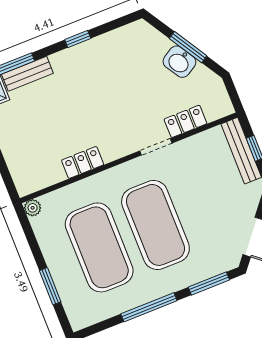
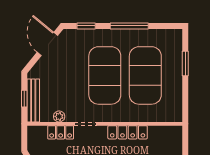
locker: (83, 162) -> (128, 132), width x1.53
plant: (33, 208) -> (59, 116), moved
window: (209, 283) -> (86, 26), width x0.67

